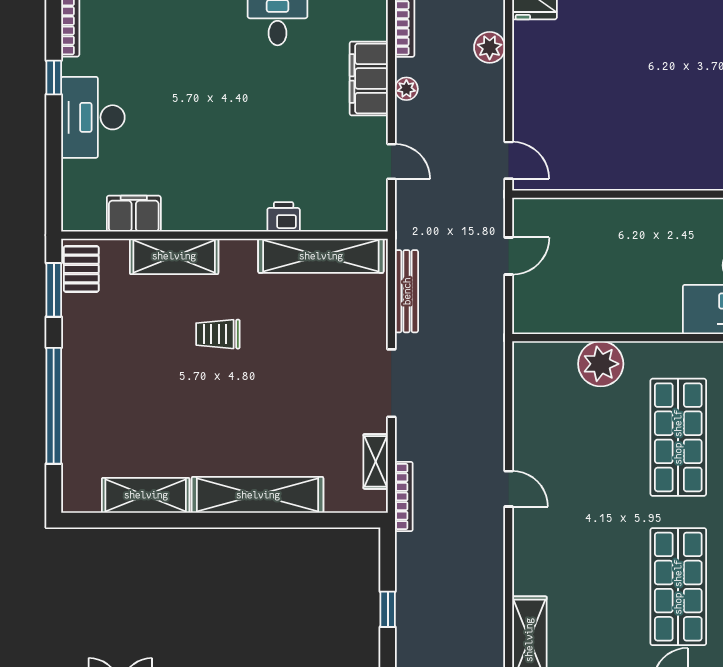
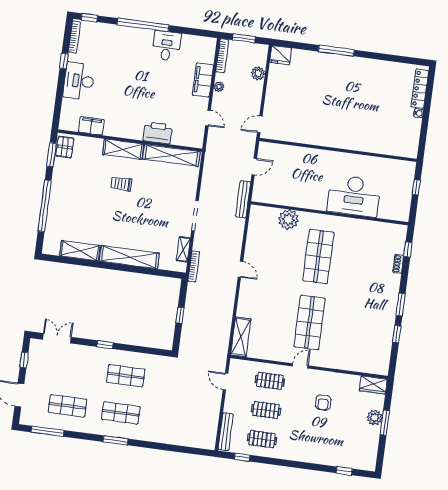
door: (509, 160) -> (260, 124), swing flipped
printer: (284, 217) -> (158, 133), width x1.87, depth x1.48
shelving: (174, 256) -> (123, 149), moved
bench: (407, 291) -> (243, 199), moved

